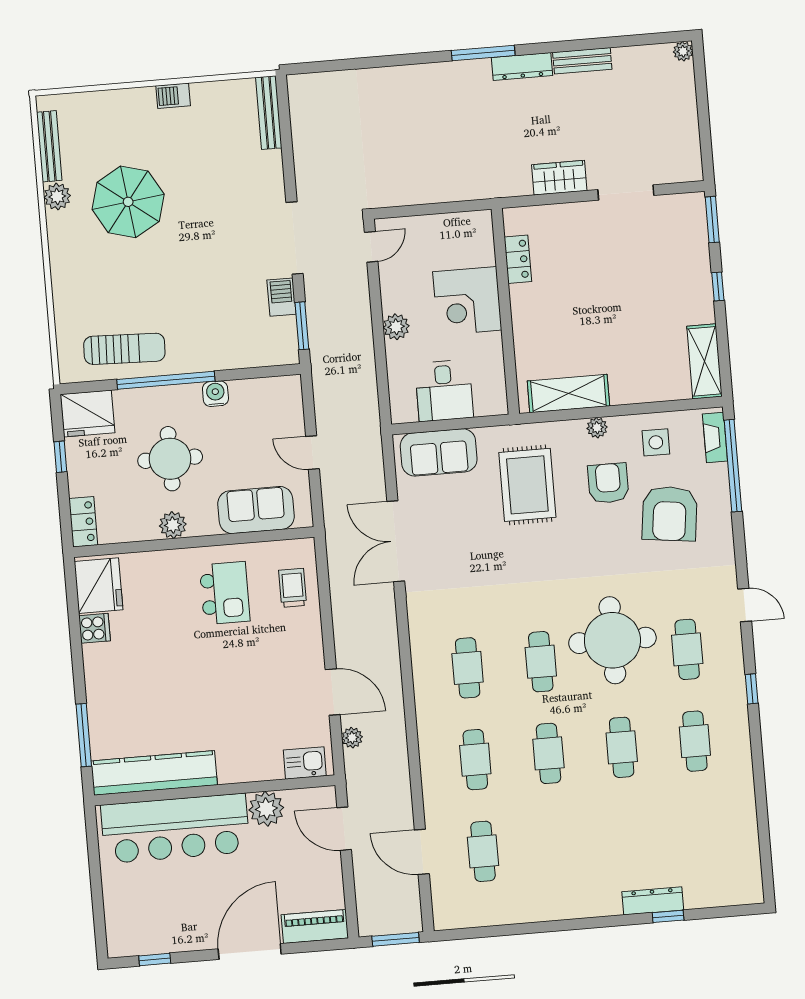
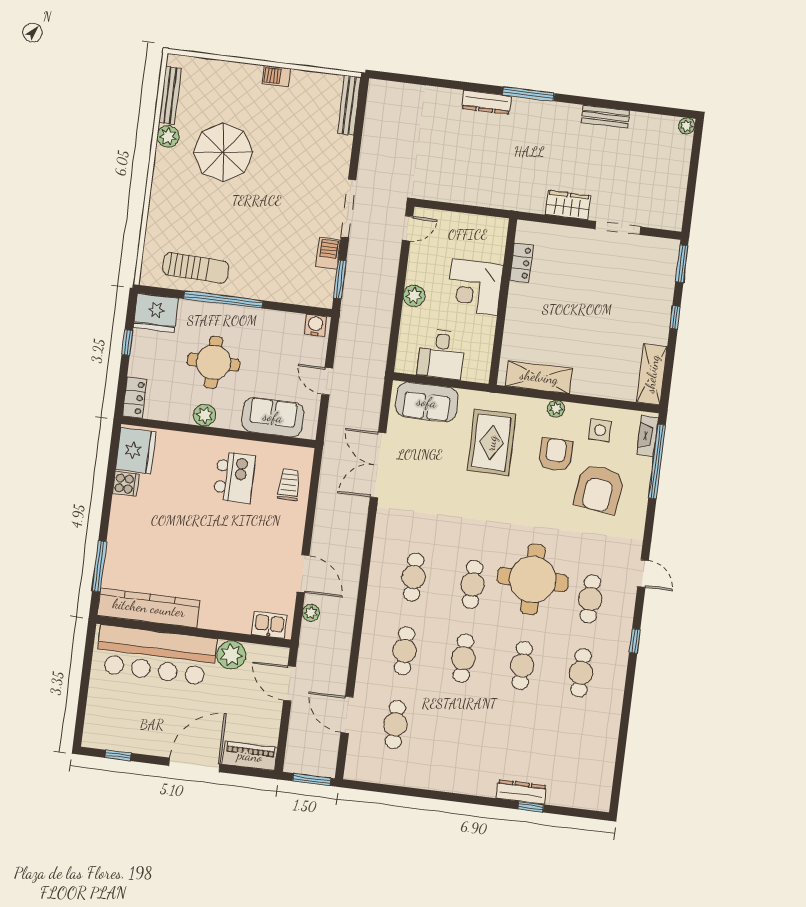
dresser: (522, 66) -> (487, 102), moved
water cooler: (215, 394) -> (315, 325), moved

